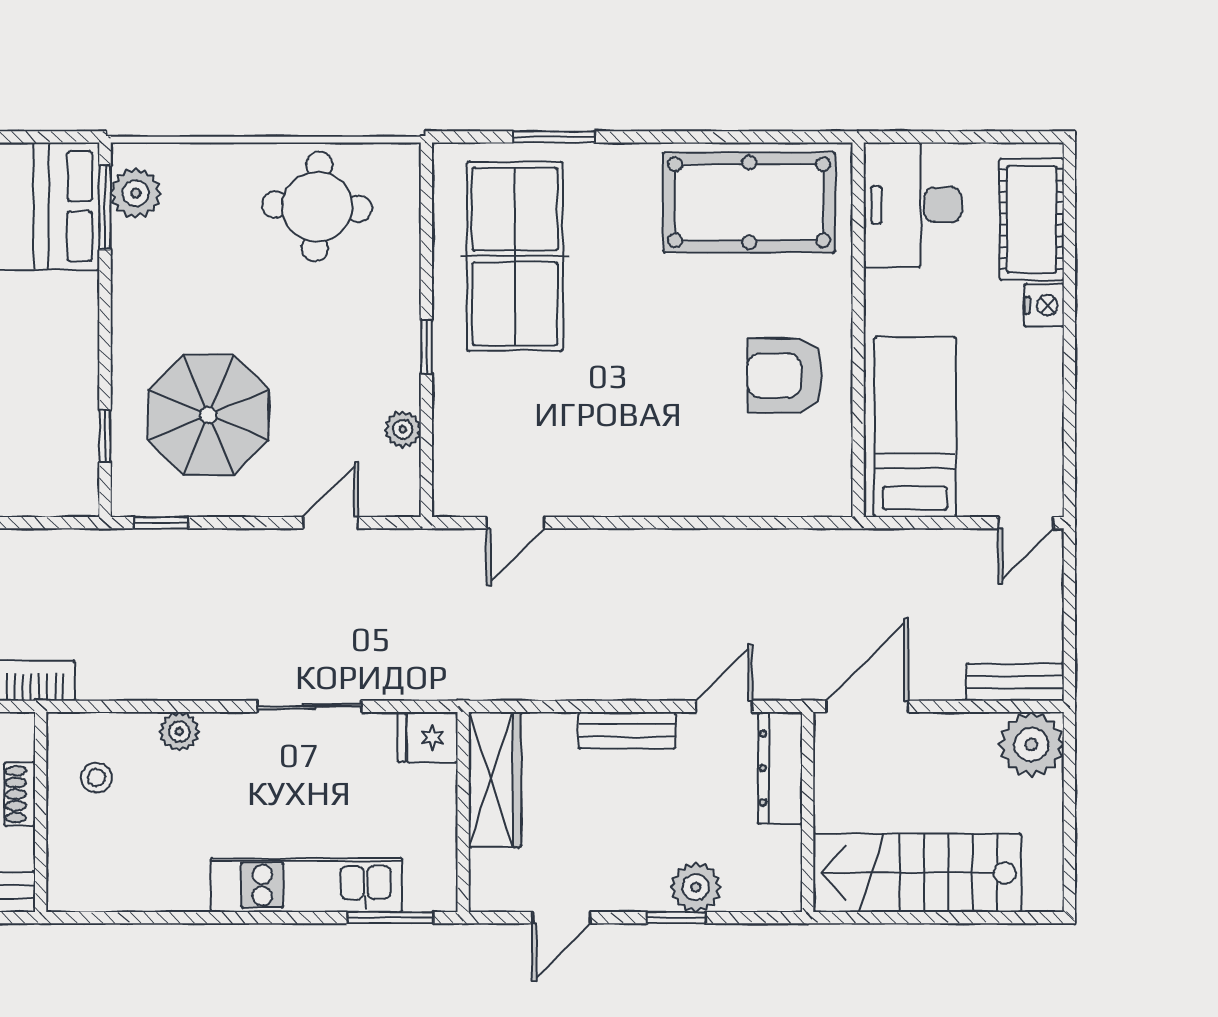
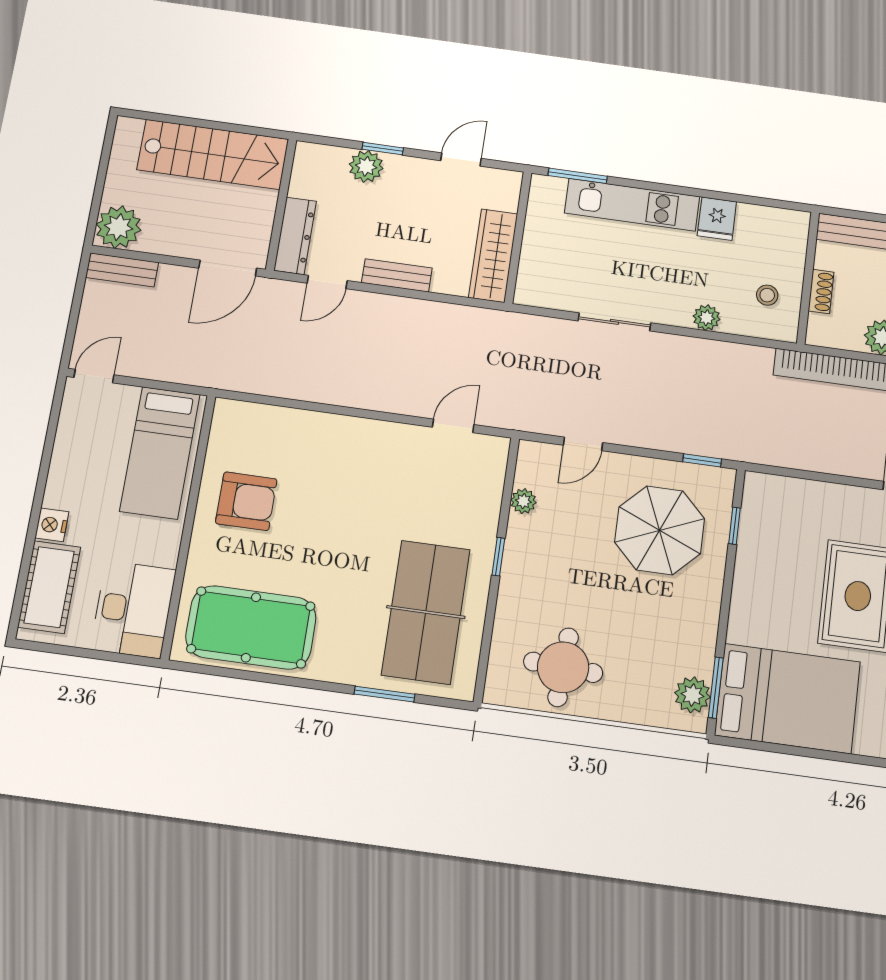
fridge: (428, 737) -> (717, 219), moved, turned 90

